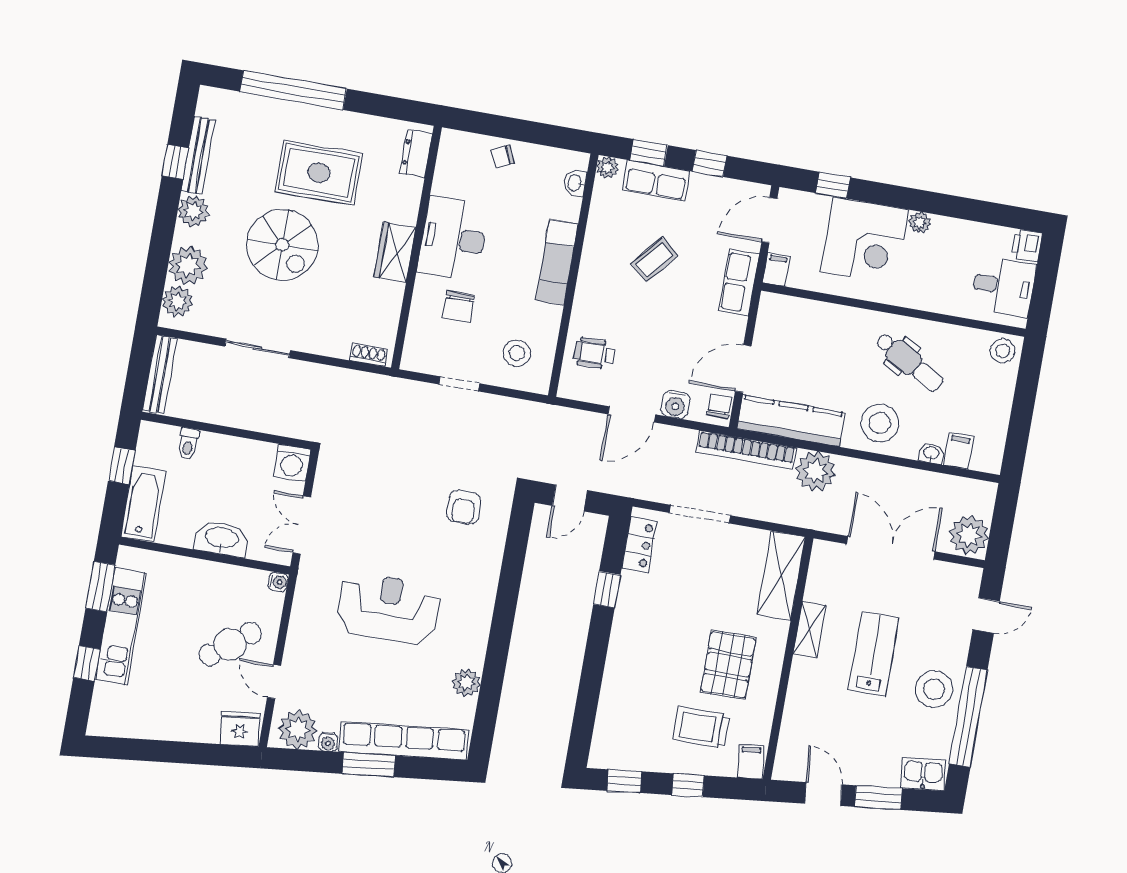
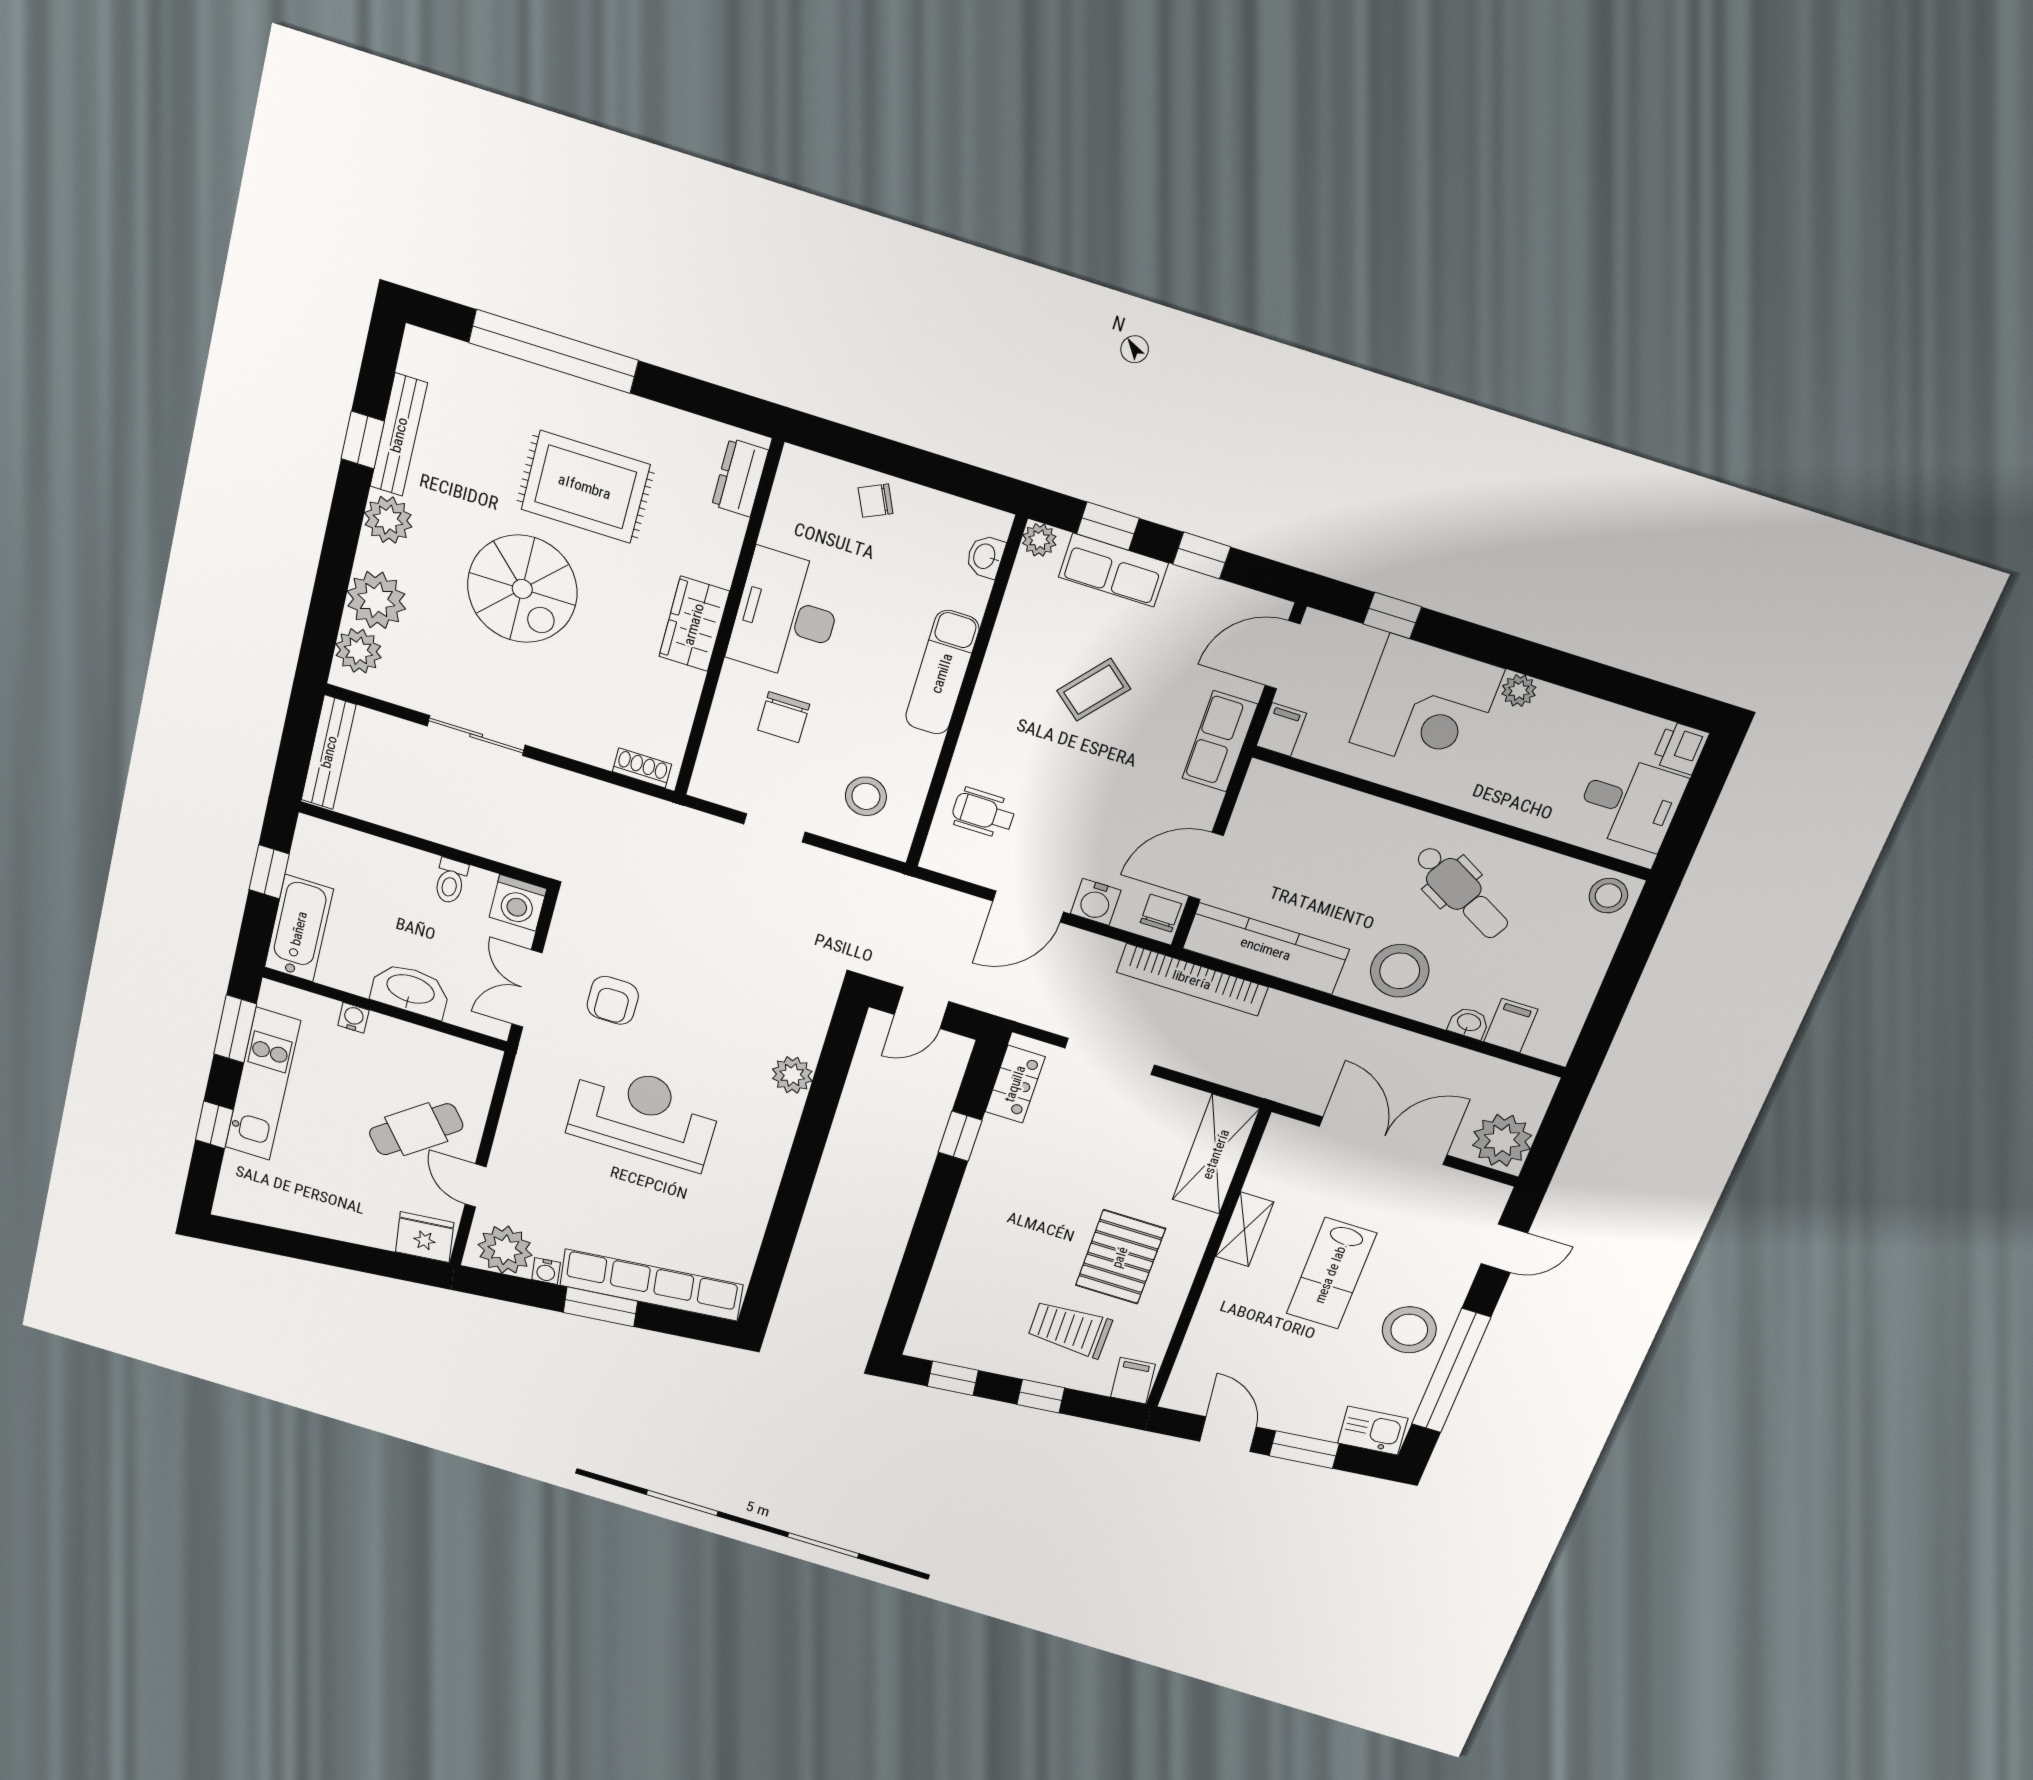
toilet: (188, 444) -> (451, 881), moved
plant: (815, 471) -> (1290, 1023), removed
armchair: (464, 507) -> (613, 1000), moved
water cooler: (278, 582) -> (353, 1018), moved, turned -90
lab bench: (874, 654) -> (1331, 1273), turned 180
plant: (466, 683) -> (792, 1075), moved

